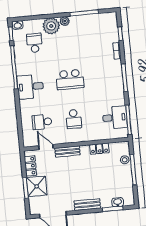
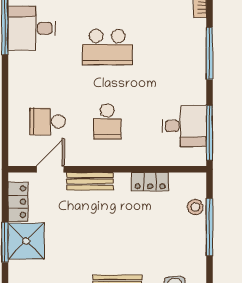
desk: (30, 87) -> (32, 28), moved
door: (46, 147) -> (50, 169), hinge flipped

